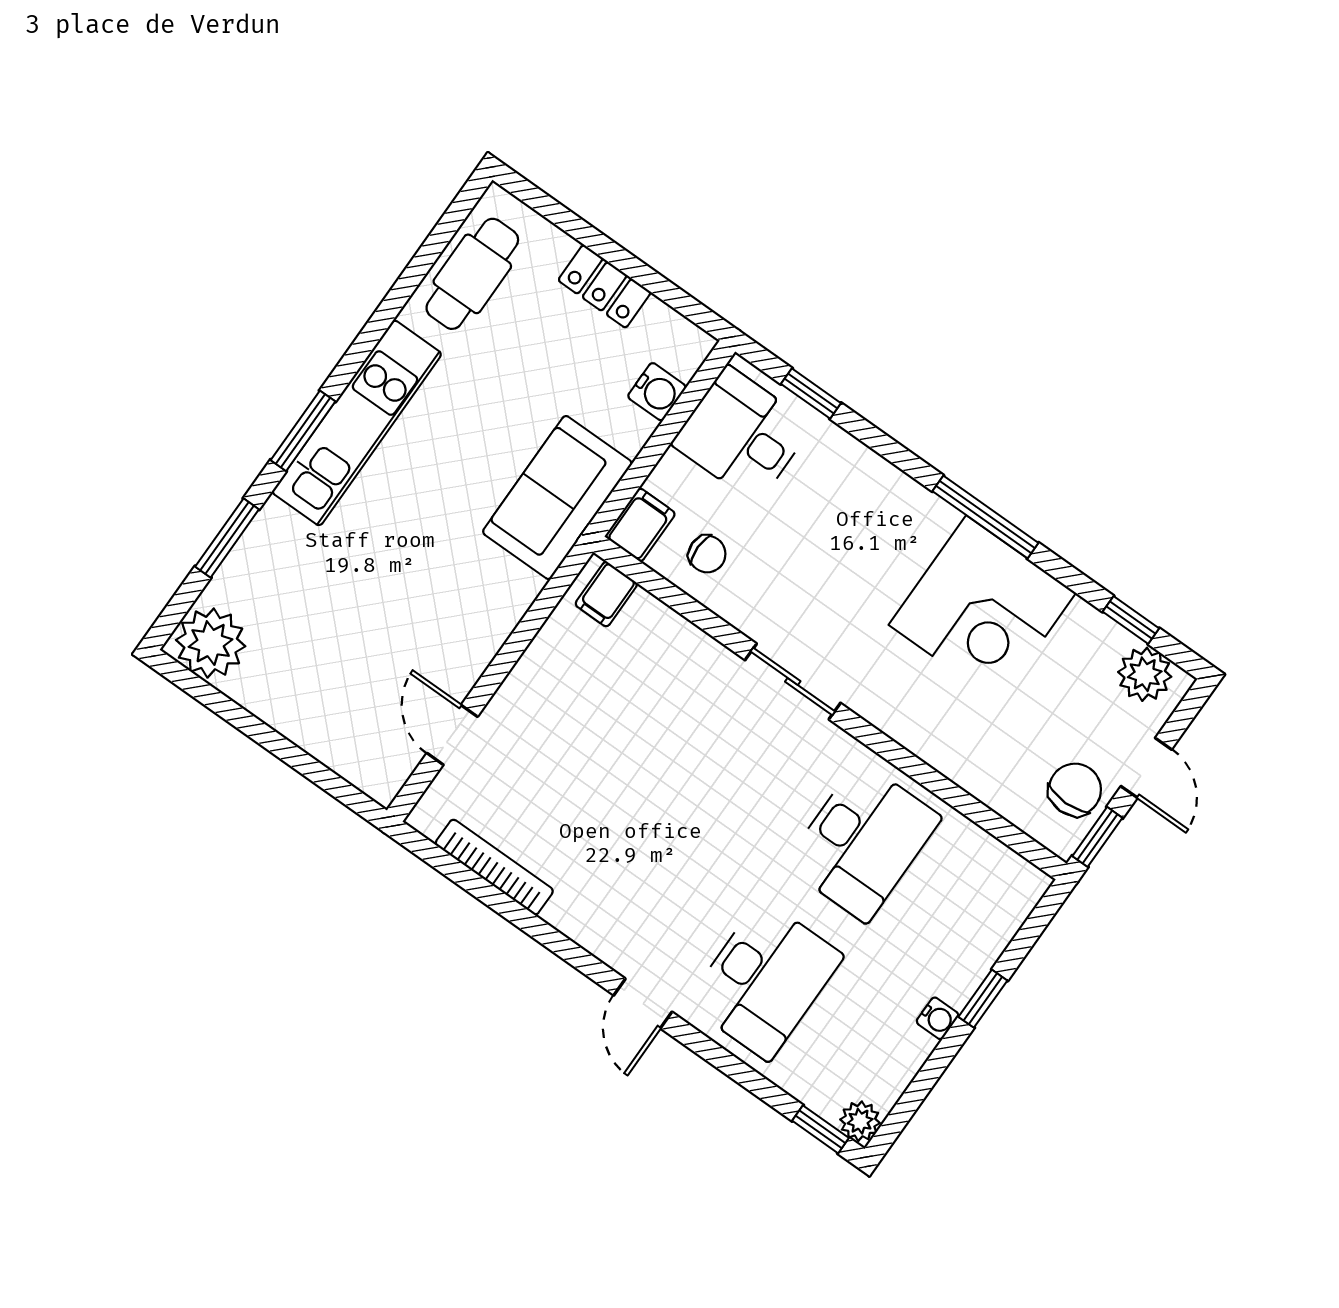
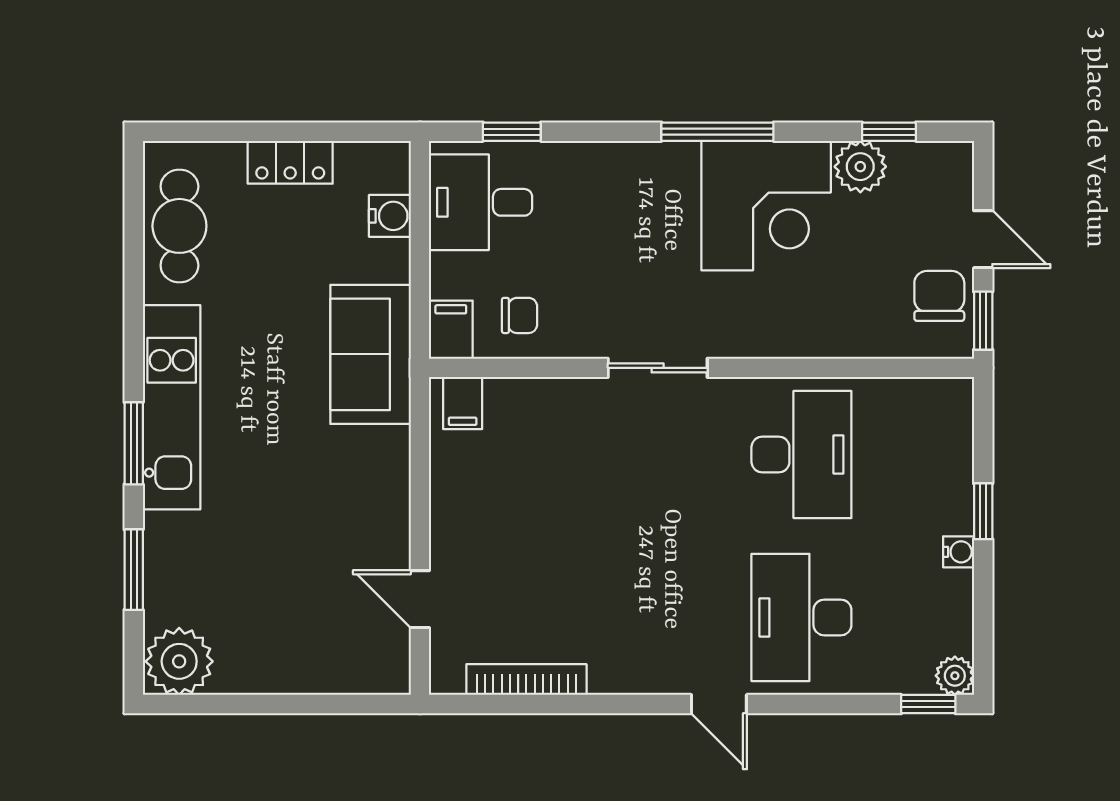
plant: (1145, 674) -> (860, 167), moved
desk: (765, 980) -> (801, 617), turned 180

